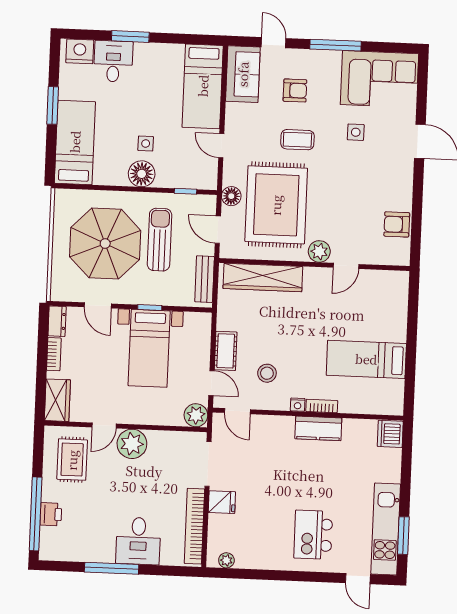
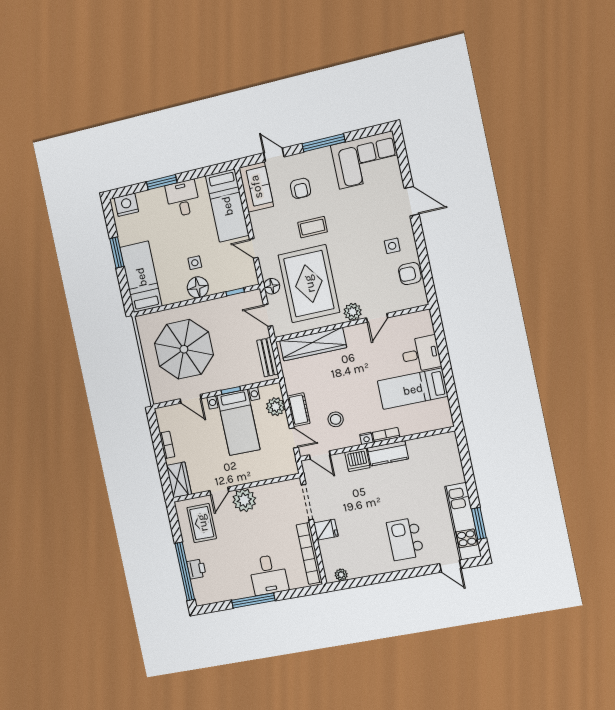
desk: (113, 61) -> (183, 198), moved
armchair: (295, 90) -> (301, 188), turned 90
side table: (356, 132) -> (392, 246), moved
sun lounger: (160, 240) -> (225, 335), removed
dresser: (57, 321) -> (163, 419), removed
desk: (386, 321) -> (421, 354), added
plant: (196, 415) -> (276, 407), moved
dishwasher: (390, 434) -> (357, 460), moved, turned -90

